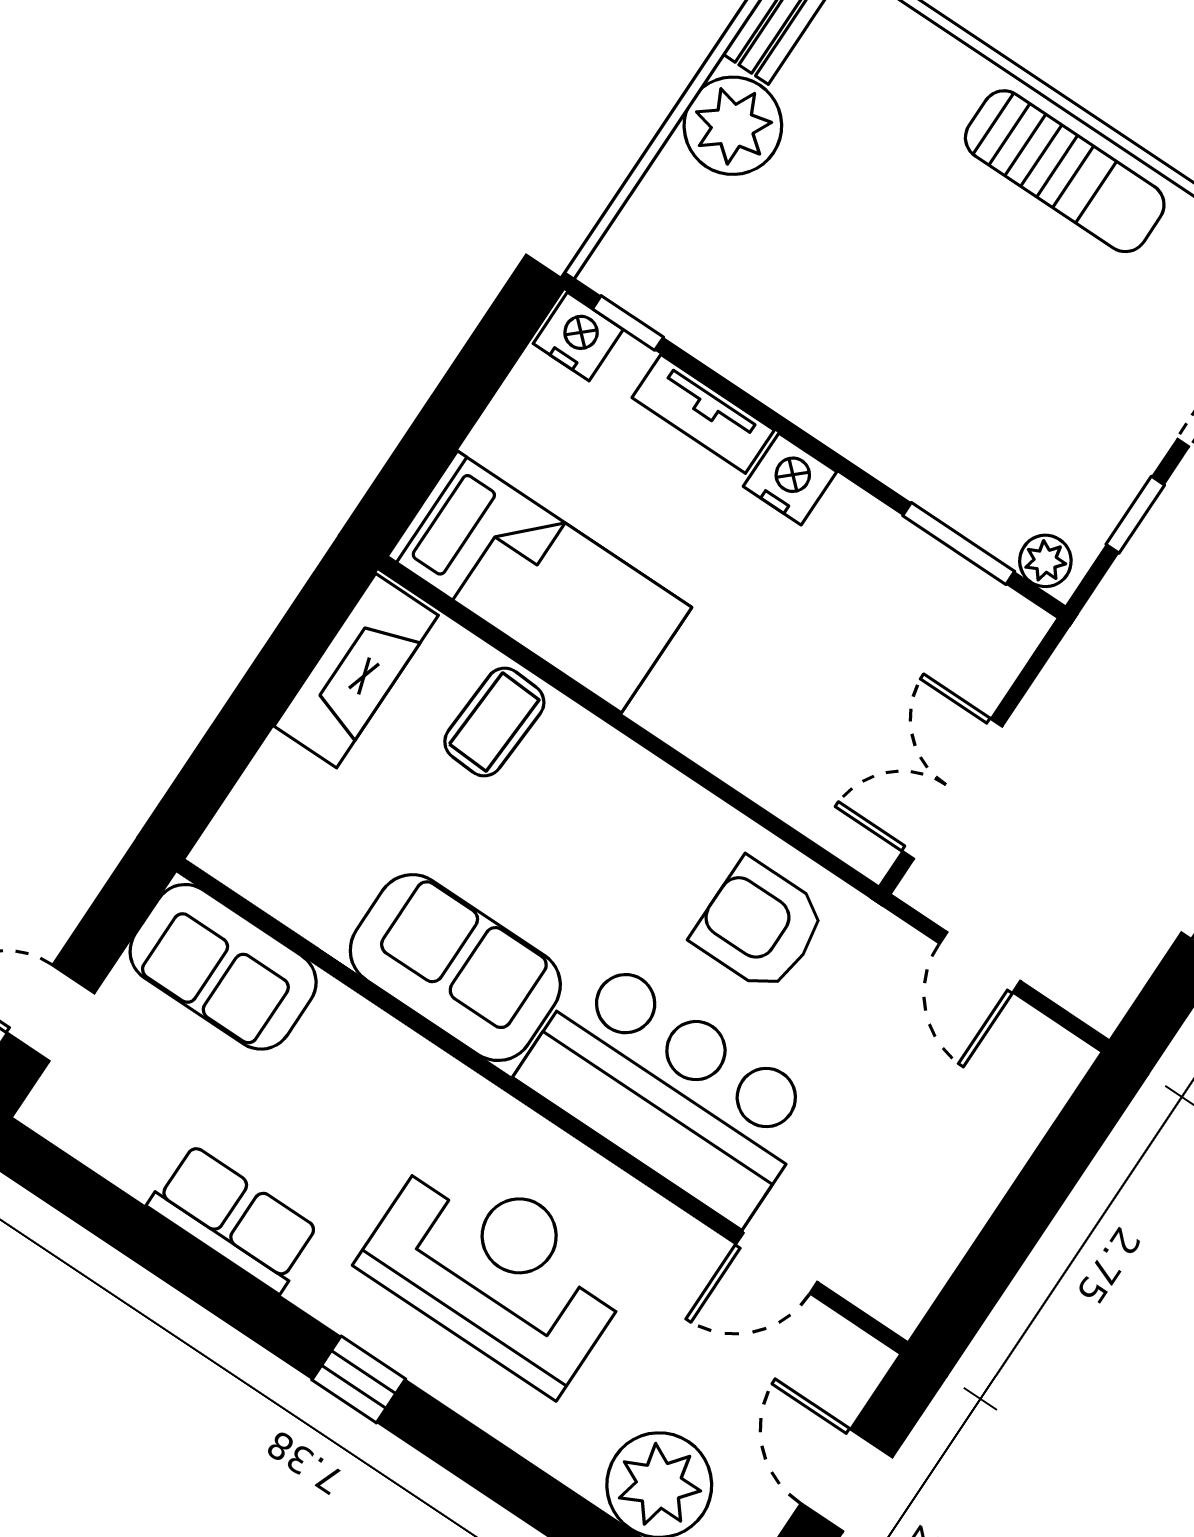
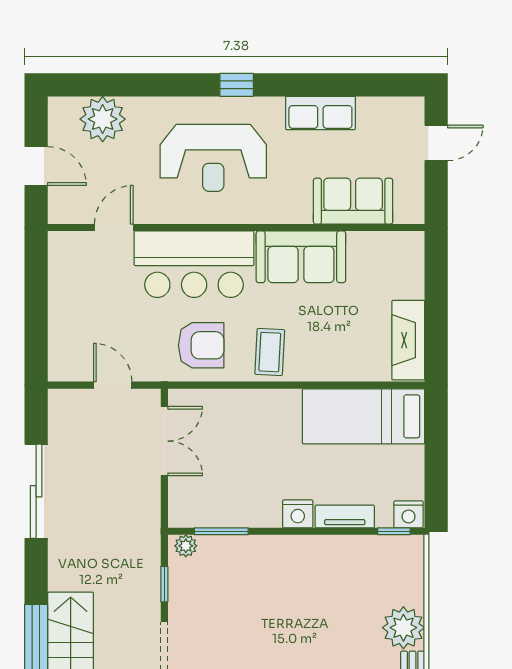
coffee table: (494, 722) -> (270, 352), moved
sofa: (223, 967) -> (353, 201), moved

